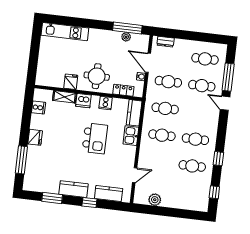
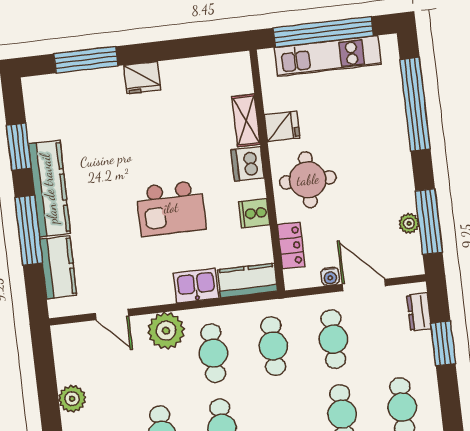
window: (75, 22) -> (415, 104), added
kitchen unit: (65, 32) -> (328, 56), moved, turned -90
window: (182, 34) -> (443, 343), added
window: (34, 54) -> (323, 32), added
door: (148, 63) -> (364, 285), hinge flipped
cooker: (39, 107) -> (209, 70), removed
plant: (147, 153) -> (166, 331), added
kitchen counter: (74, 189) -> (49, 189), width x1.50
plant: (155, 200) -> (72, 399), moved
window: (89, 202) -> (29, 230), width x2.17

